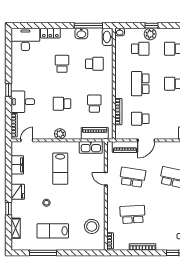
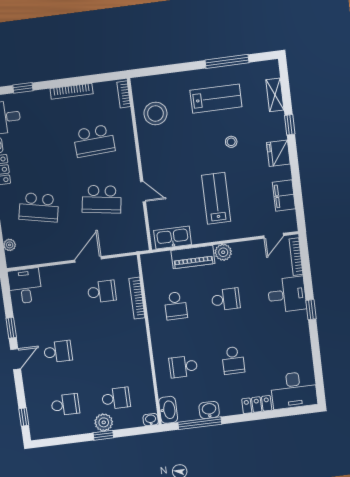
school desk: (140, 49) -> (116, 398), turned 180
school desk: (140, 84) -> (109, 345), removed
piano: (95, 133) -> (193, 257), moved
piano: (125, 147) -> (120, 245), removed

